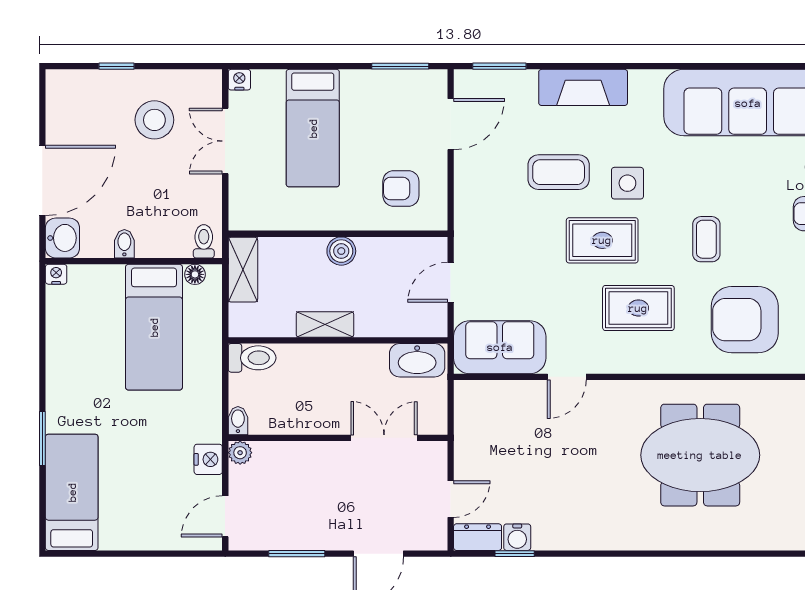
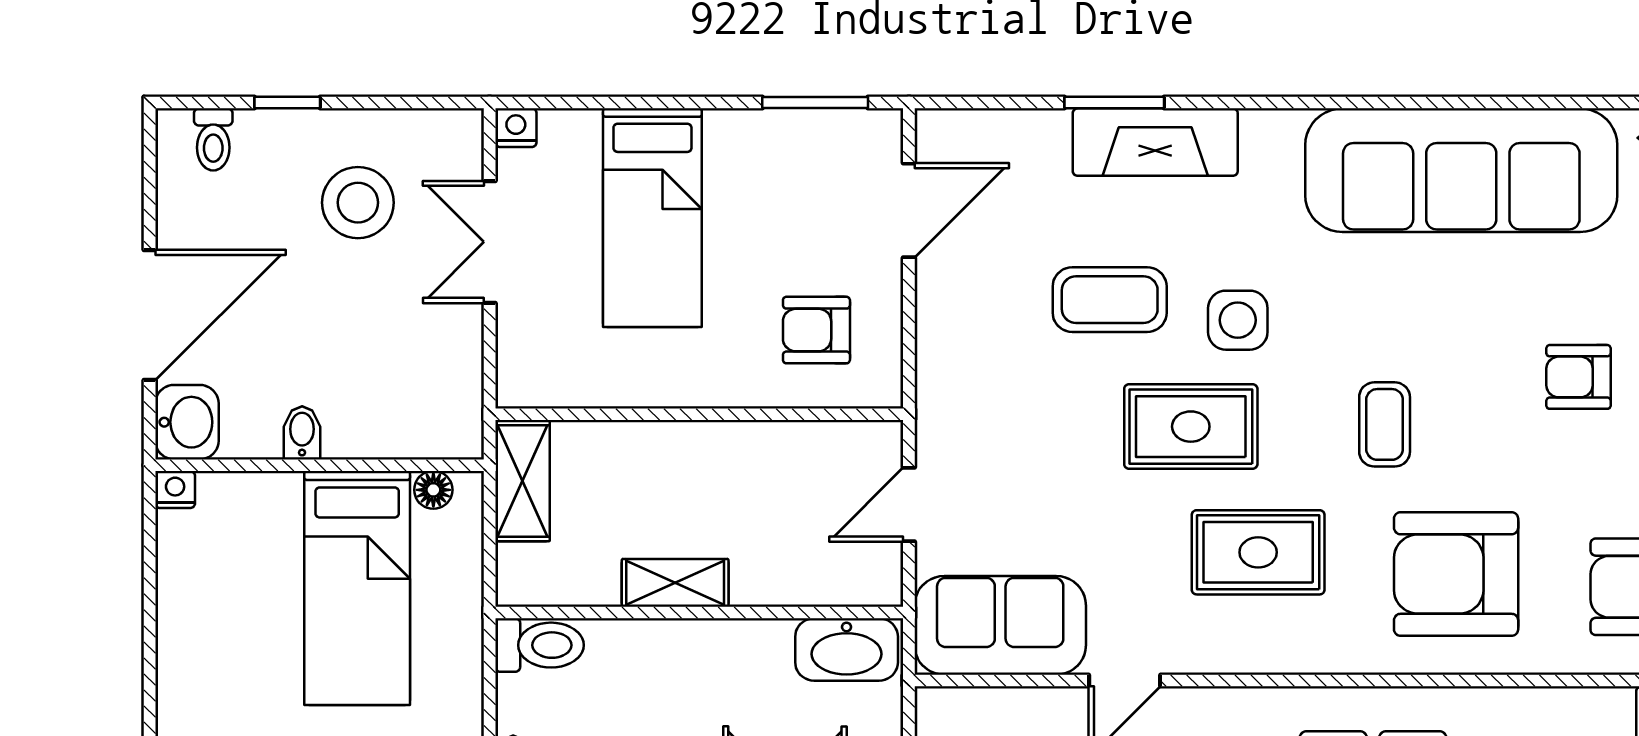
window: (499, 66) -> (1114, 103), moved
toilet: (204, 241) -> (213, 139), moved, turned 180
boiler: (341, 251) -> (705, 446), removed

